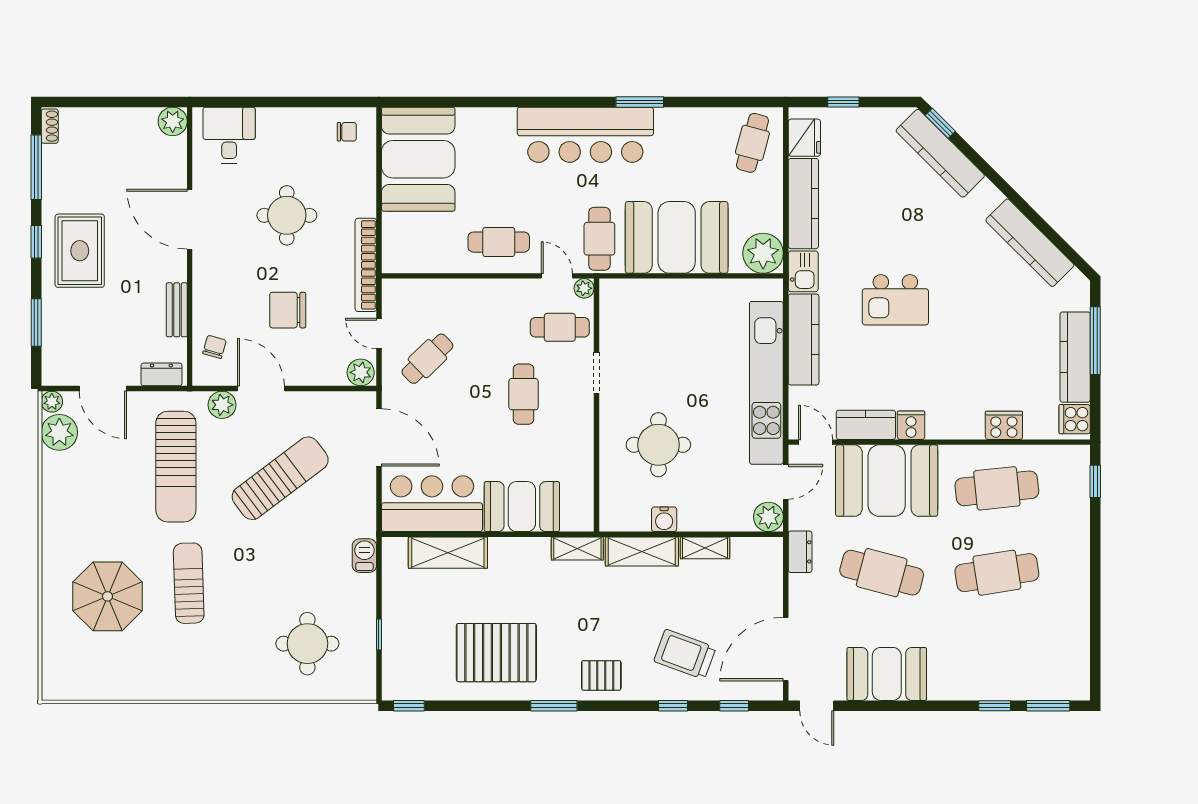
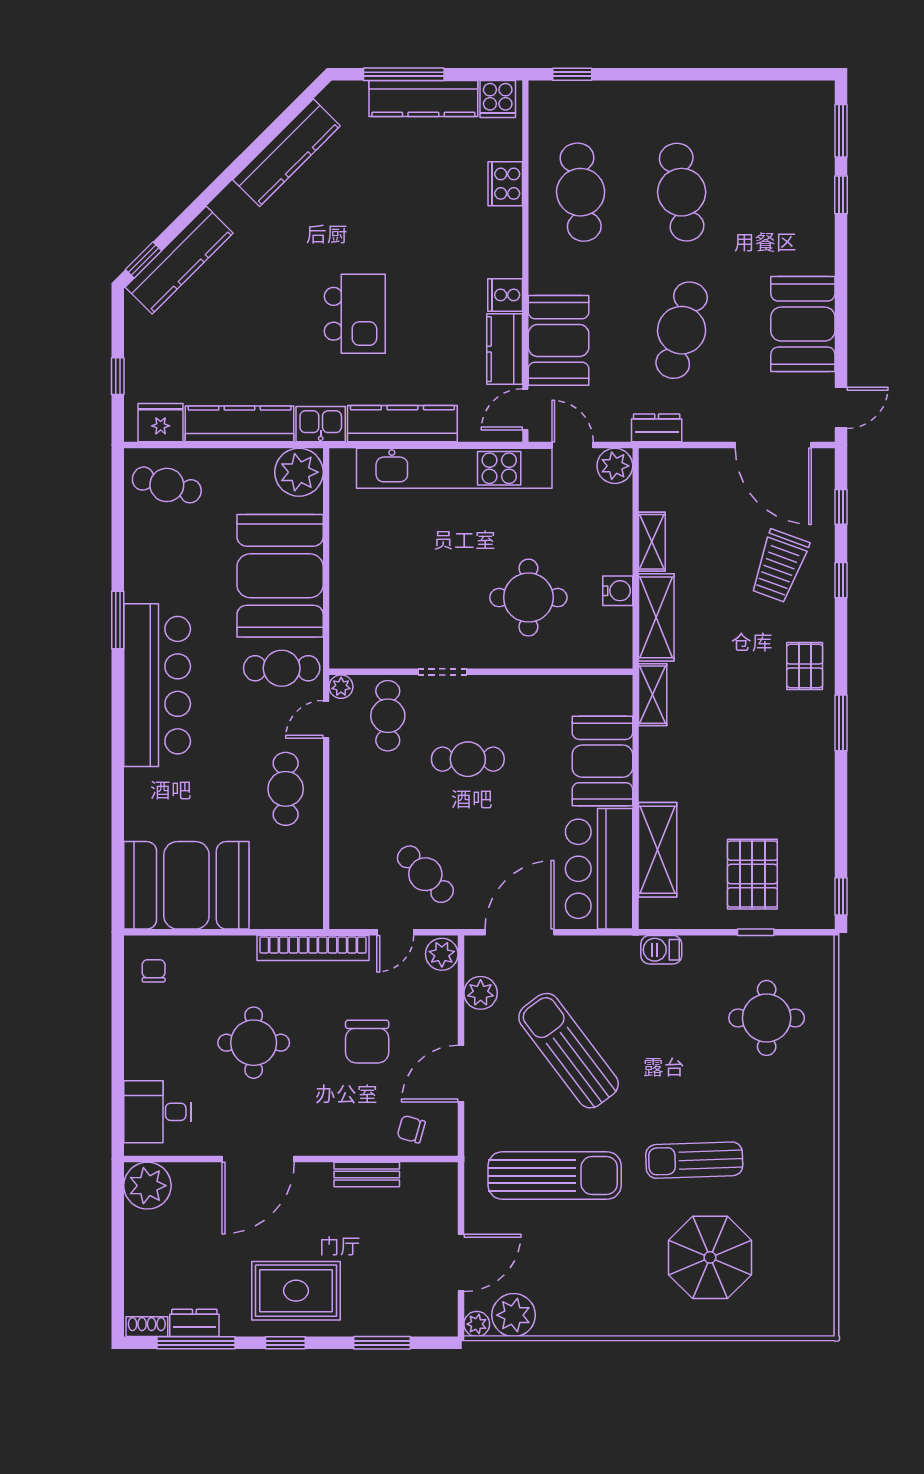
plant: (173, 121) -> (147, 1186), width x1.36, depth x1.36
dresser: (161, 374) -> (194, 1323), moved, turned 90
plant: (222, 405) -> (481, 993), moved
booth: (887, 481) -> (559, 340), width x0.73, depth x0.70
pallet: (496, 653) -> (752, 874), moved, width x0.73, depth x0.71

